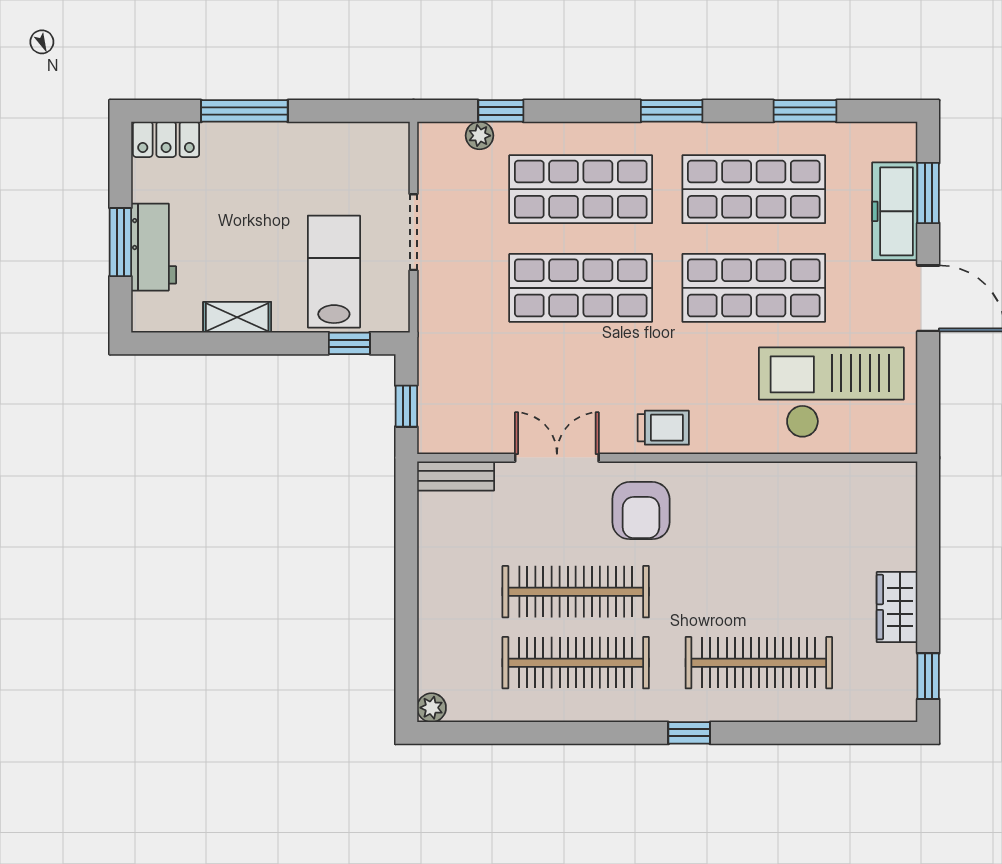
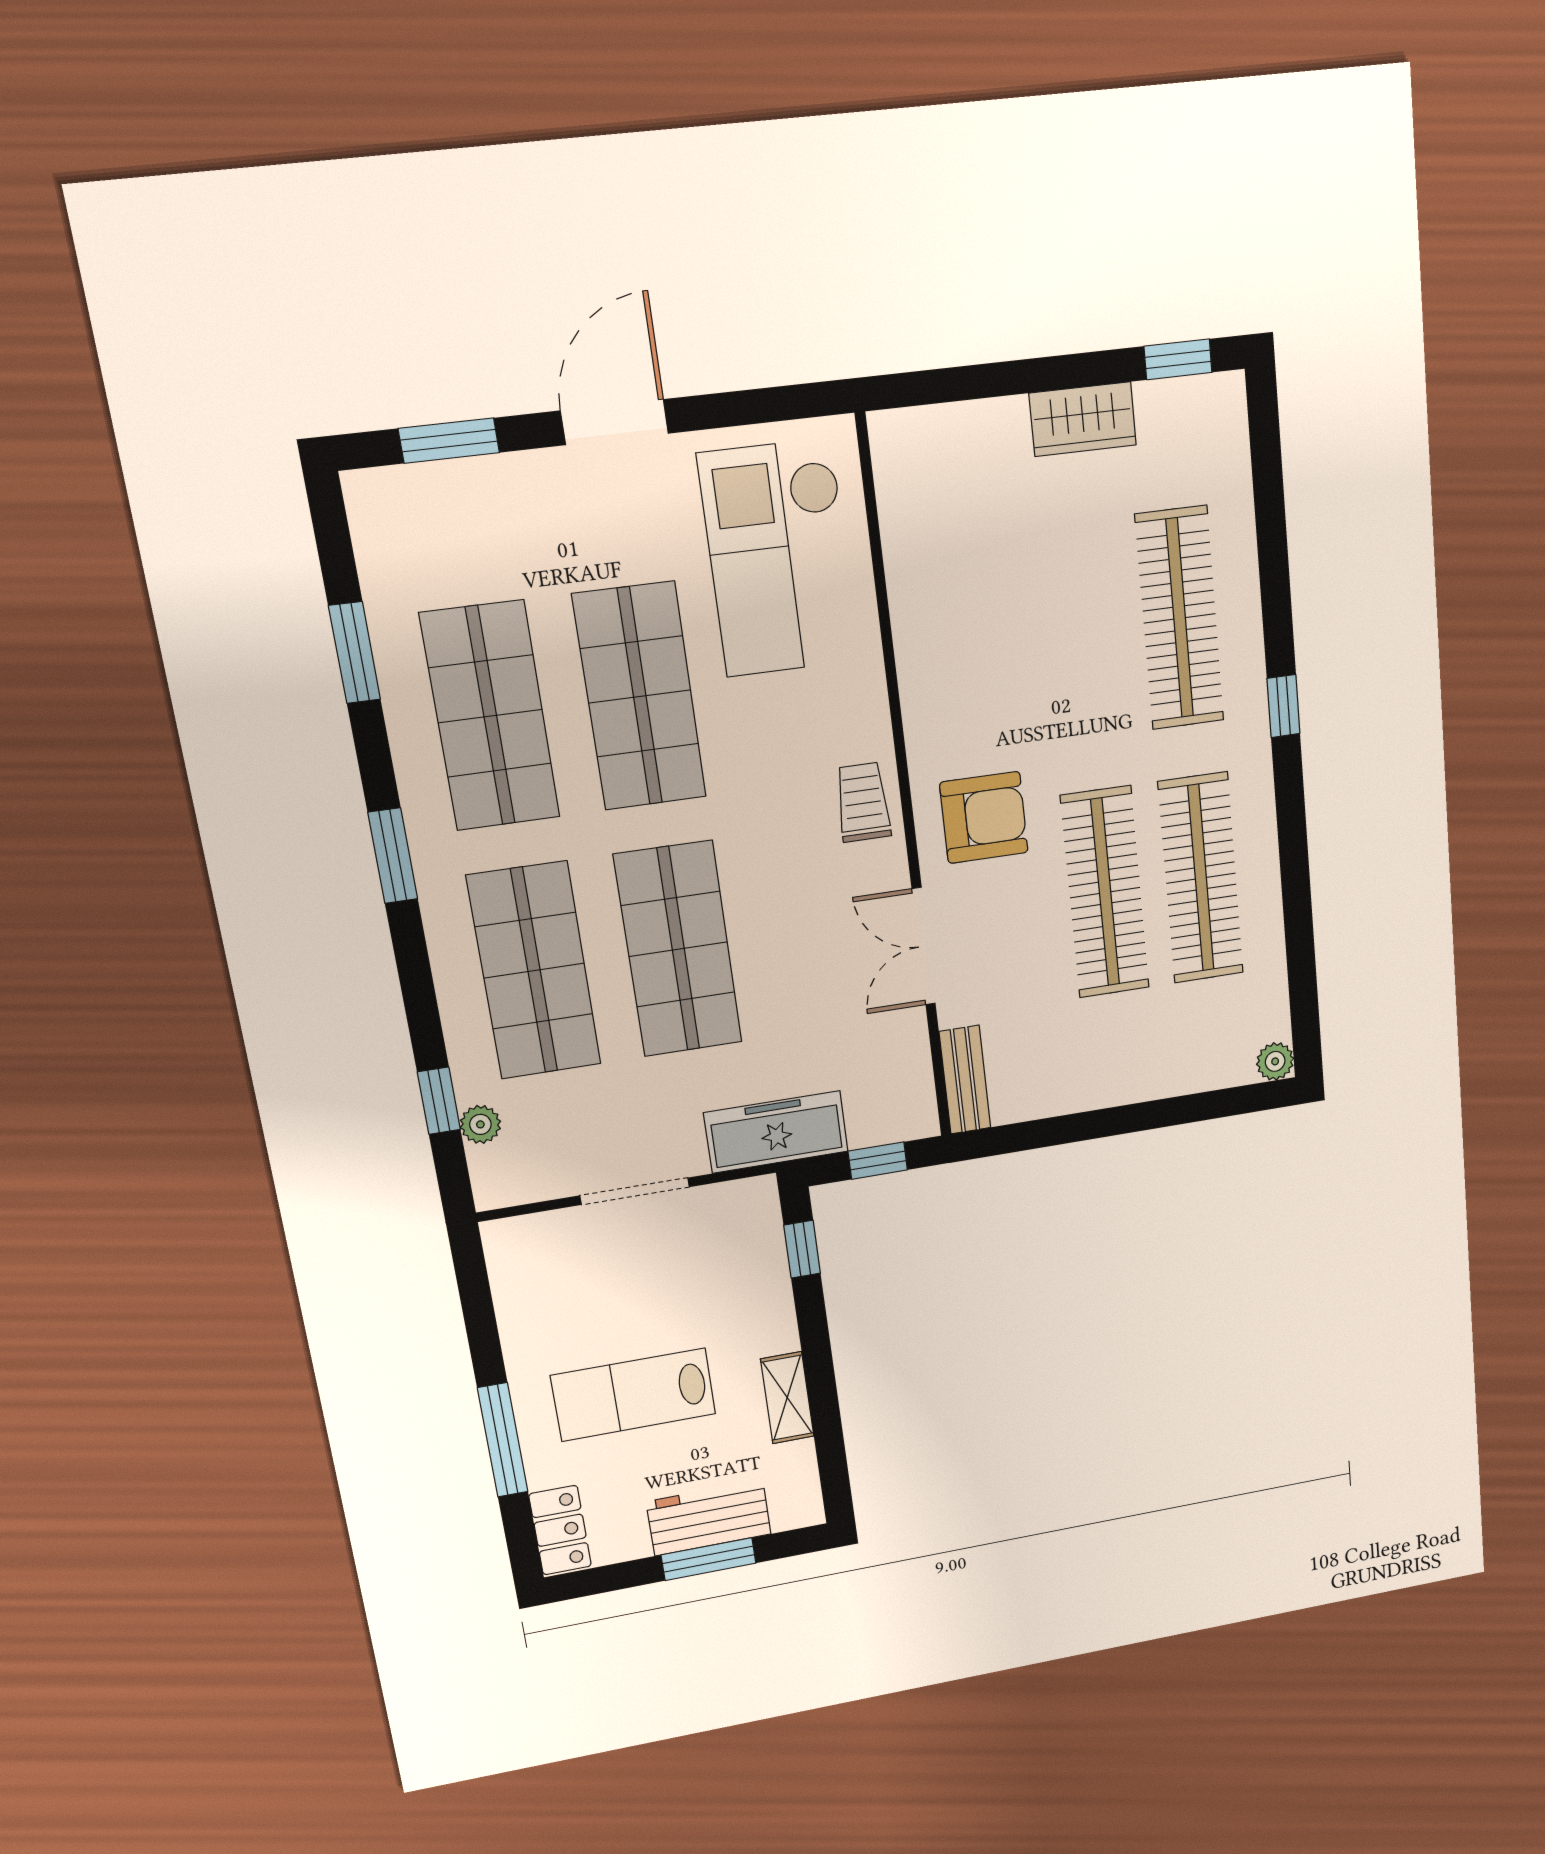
freezer: (895, 211) -> (776, 1132), moved, turned 180
lab bench: (334, 272) -> (634, 1395), moved

